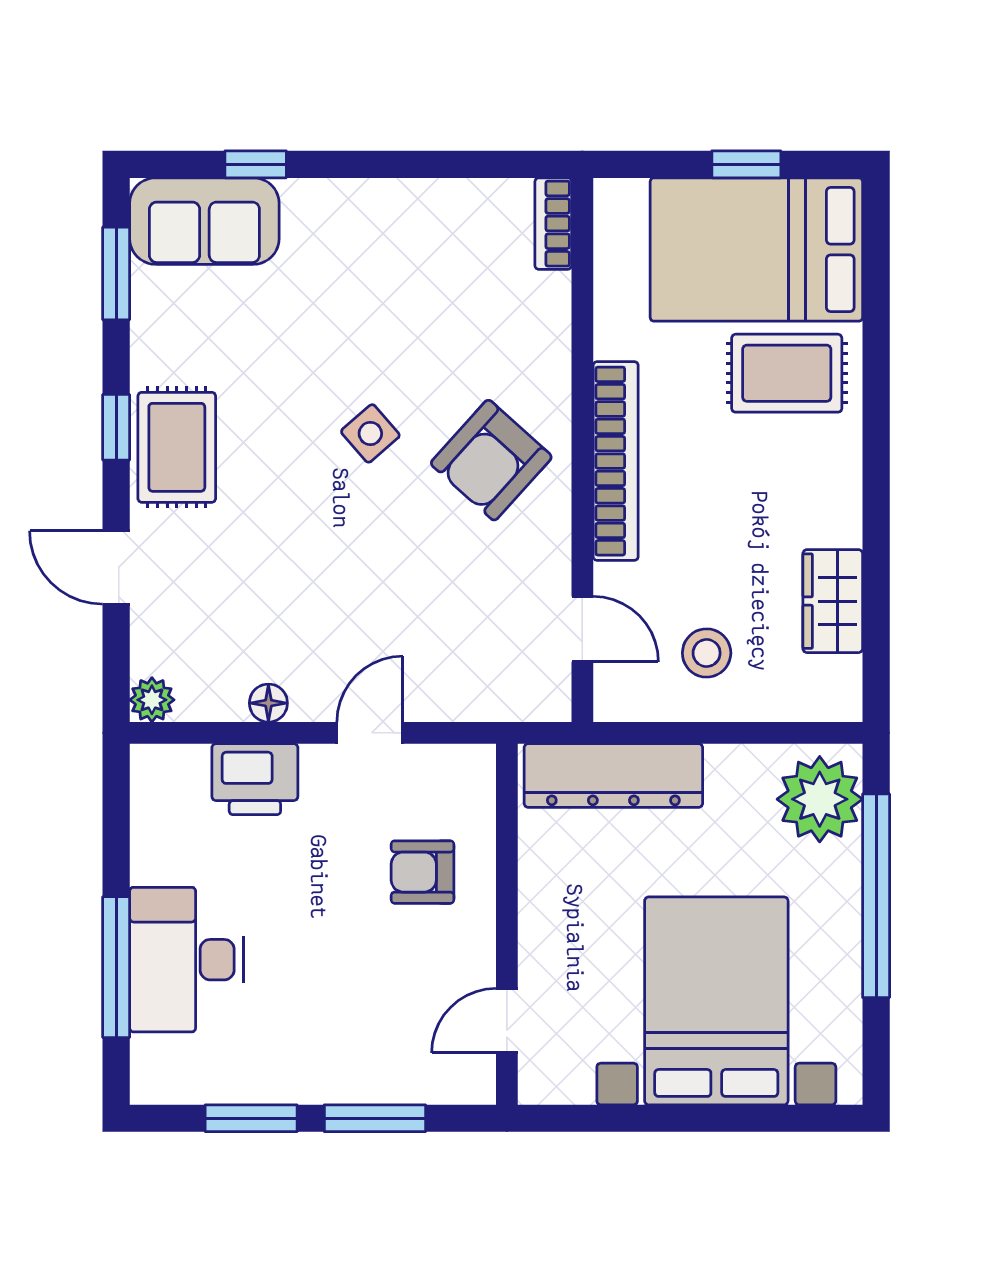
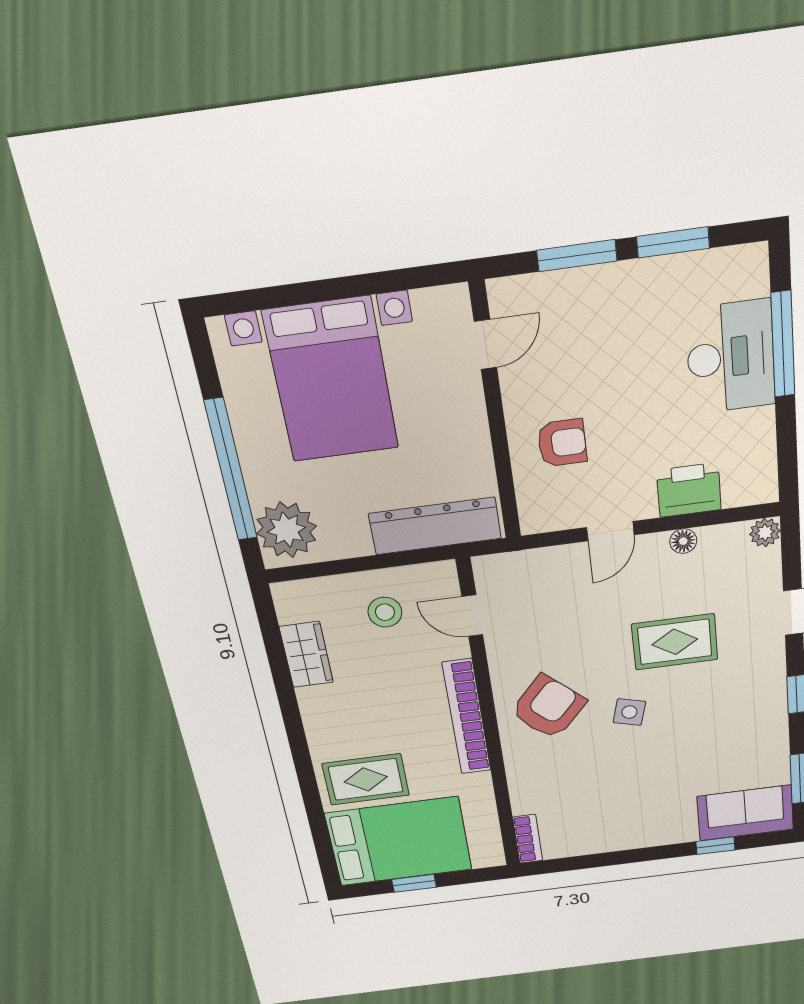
side table: (370, 433) -> (629, 712), turned -34
rug: (177, 447) -> (675, 642), moved, turned 90

